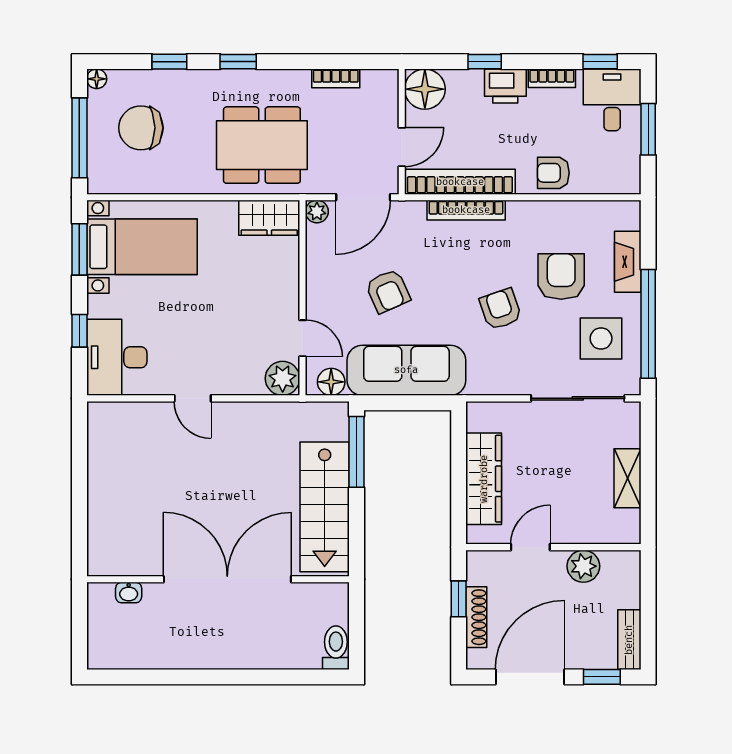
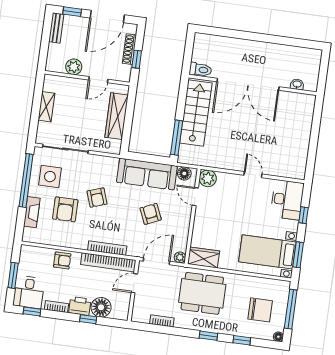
floor lamp: (425, 89) -> (101, 307), moved
toilet: (336, 648) -> (200, 70), moved, turned -90

